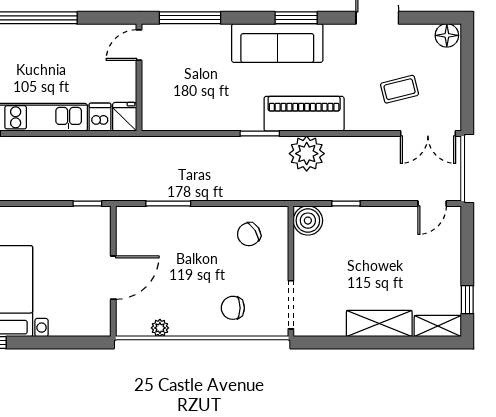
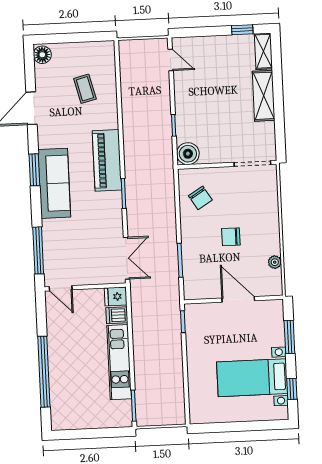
double door: (428, 133) -> (127, 258), moved
plant: (307, 154) -> (137, 157), removed
chair: (233, 308) -> (231, 237), moved, turned 90
window: (61, 343) -> (289, 337), added

